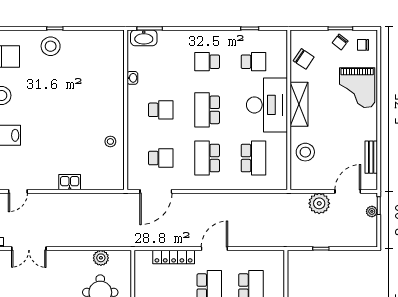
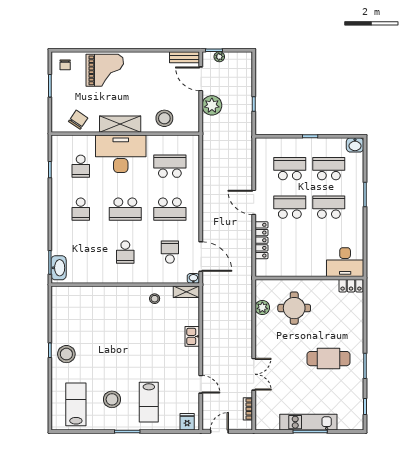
chair: (340, 42) -> (62, 86), removed
school desk: (253, 62) -> (81, 166), turned 180
washbasin: (132, 78) -> (193, 278), moved
school desk: (161, 110) -> (125, 252), turned 180
bench: (371, 157) -> (184, 57), moved
shelving: (118, 176) -> (186, 292), added

